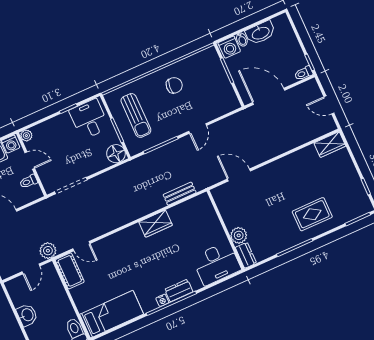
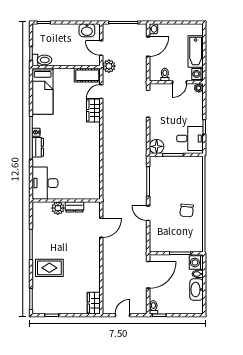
sun lounger: (136, 115) -> (177, 173), removed
bench: (180, 194) -> (107, 179), removed
rug: (312, 214) -> (49, 268), turned 90
wardrobe: (156, 224) -> (93, 111), moved
dresser: (246, 255) -> (75, 207), moved
washbasin: (27, 315) -> (87, 30), moved

